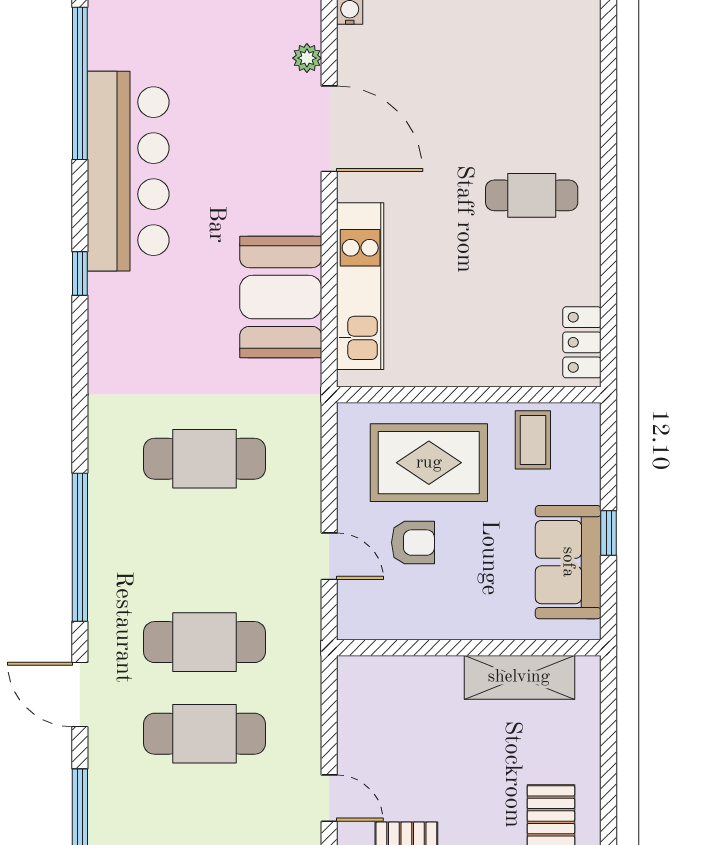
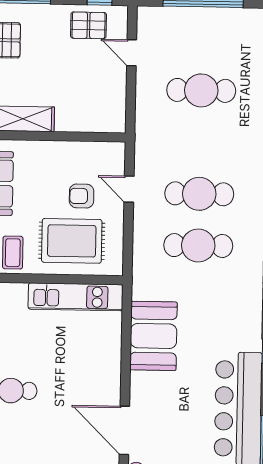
kitchen unit: (360, 286) -> (76, 297), moved, turned -90
cafe table: (205, 642) -> (199, 194), moved

